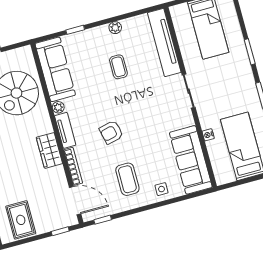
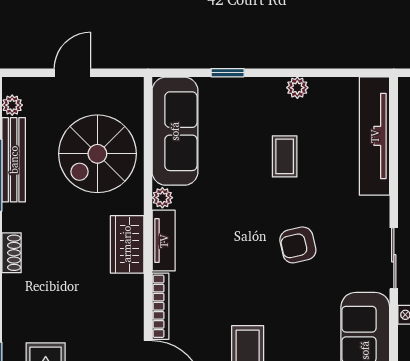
sliding door: (189, 91) -> (394, 258), moved
armchair: (111, 132) -> (298, 245), moved
wardrobe: (49, 150) -> (127, 244), moved

